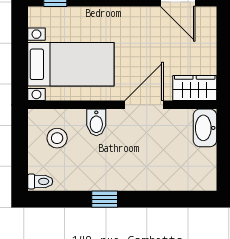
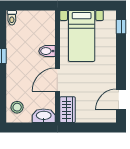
door: (144, 105) -> (57, 80), swing flipped
stool: (57, 138) -> (17, 107), moved

